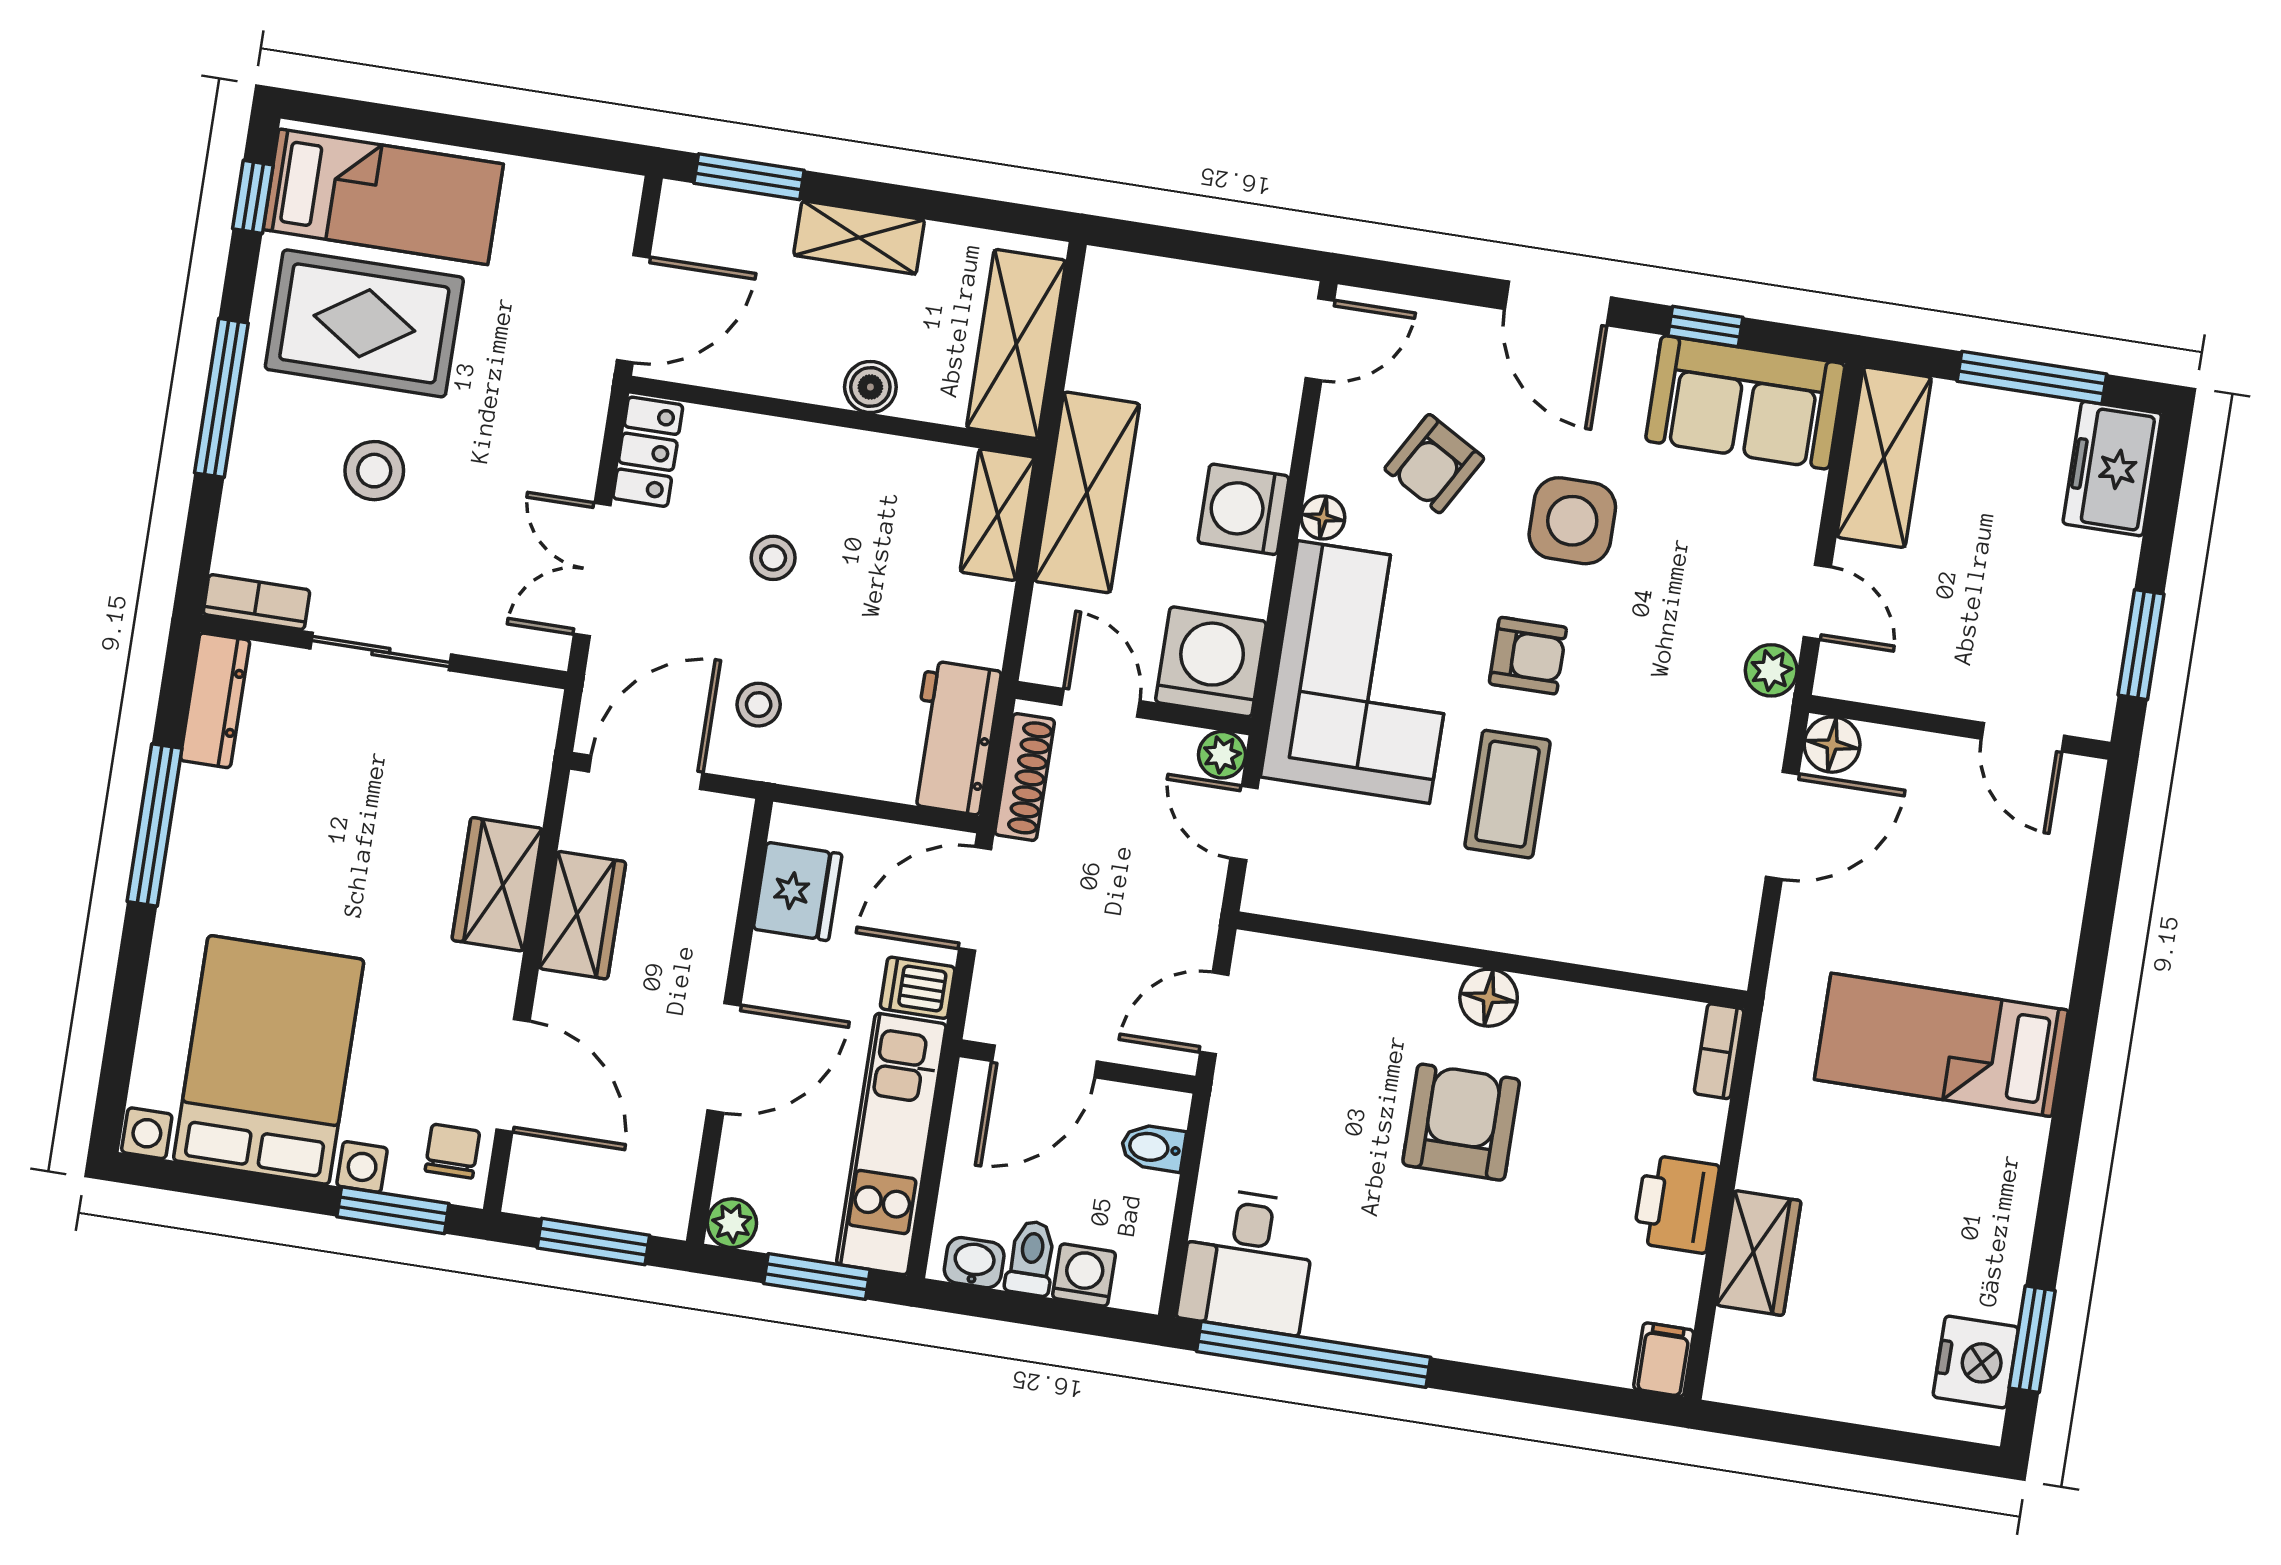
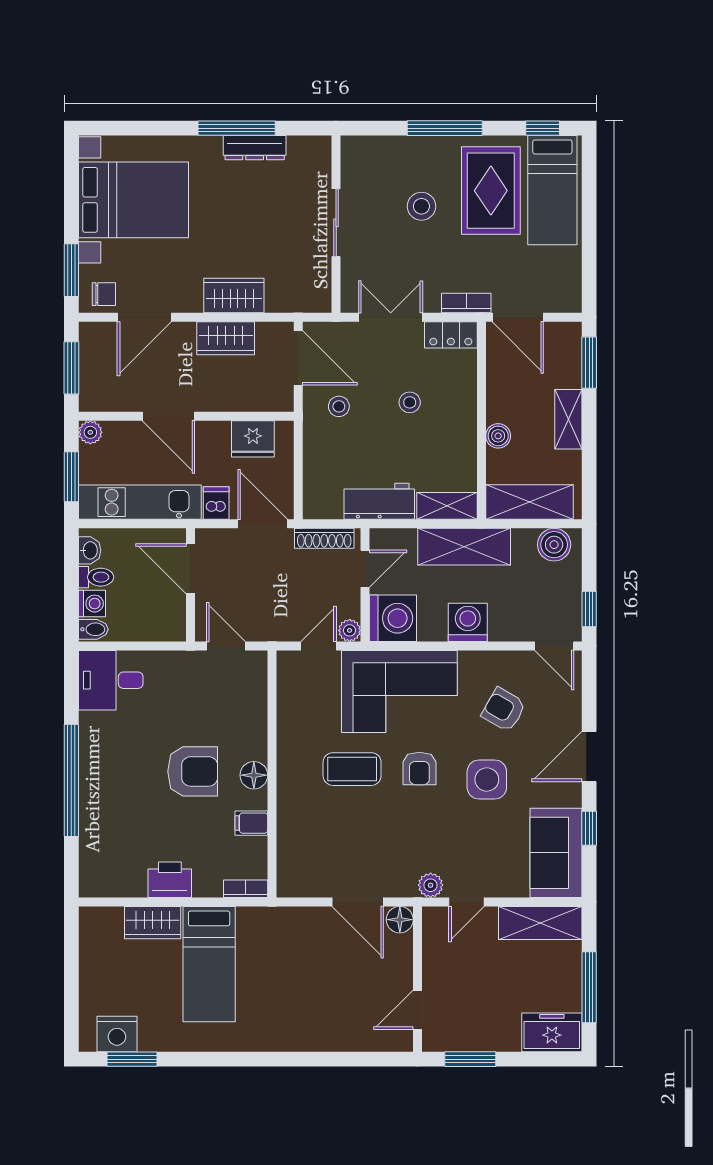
window: (1255, 256) -> (589, 609), added
boiler: (1112, 307) -> (554, 545), added
floor lamp: (1323, 518) -> (470, 661), removed
bookcase: (256, 602) -> (466, 303), moved, turned -90
dresser: (215, 700) -> (255, 148), moved
workbench: (953, 738) -> (379, 501), moved
bed: (1941, 1045) -> (209, 964), moved, turned 180
bidet: (1153, 1148) -> (93, 629), moved, turned 90
window: (1314, 1354) -> (71, 780), moved
filing cabinet: (1664, 1360) -> (251, 823), moved, turned 180

